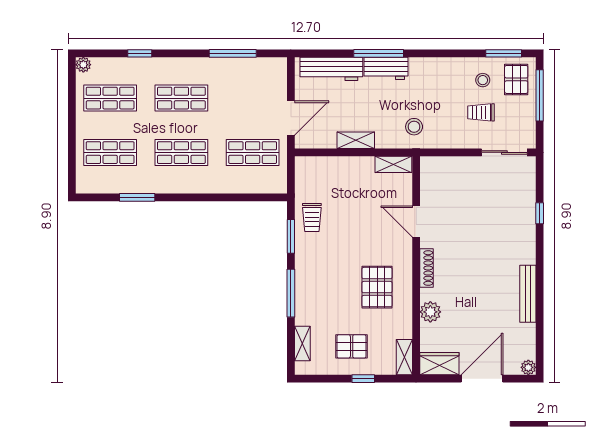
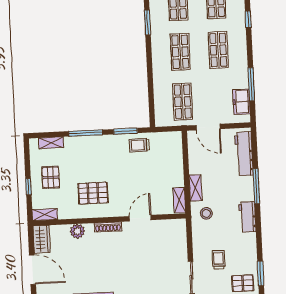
workbench: (386, 68) -> (247, 217), moved
freezer: (257, 69) -> (241, 102), added
stool: (483, 80) -> (241, 260), removed
shelving: (356, 140) -> (195, 188), moved

